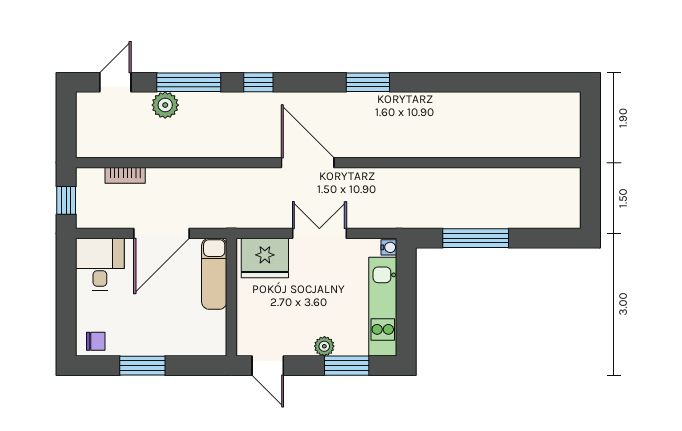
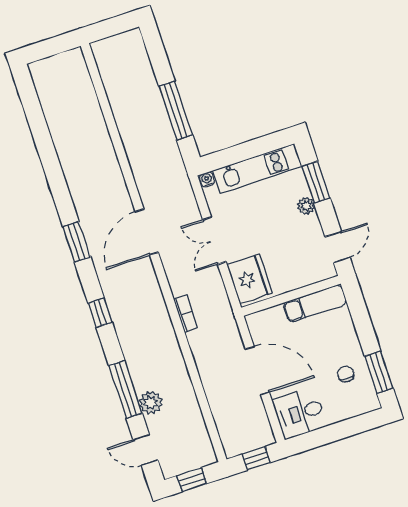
window: (258, 82) -> (100, 313), moved
window: (66, 122) -> (192, 480), added
door: (308, 163) -> (147, 232), moved
bookcase: (125, 175) -> (185, 313), moved
exam couch: (214, 274) -> (315, 304), moved
chair: (96, 341) -> (346, 374), moved
window: (142, 366) -> (379, 372), moved

